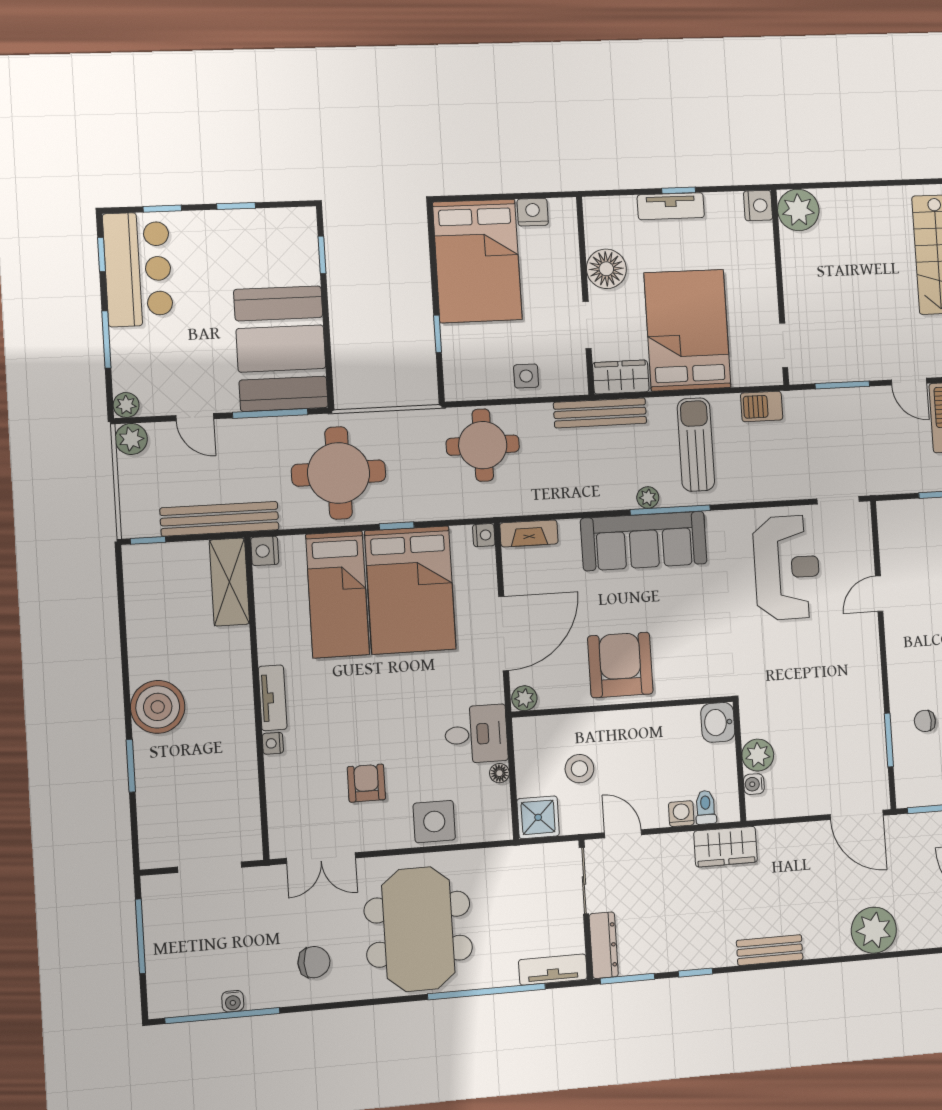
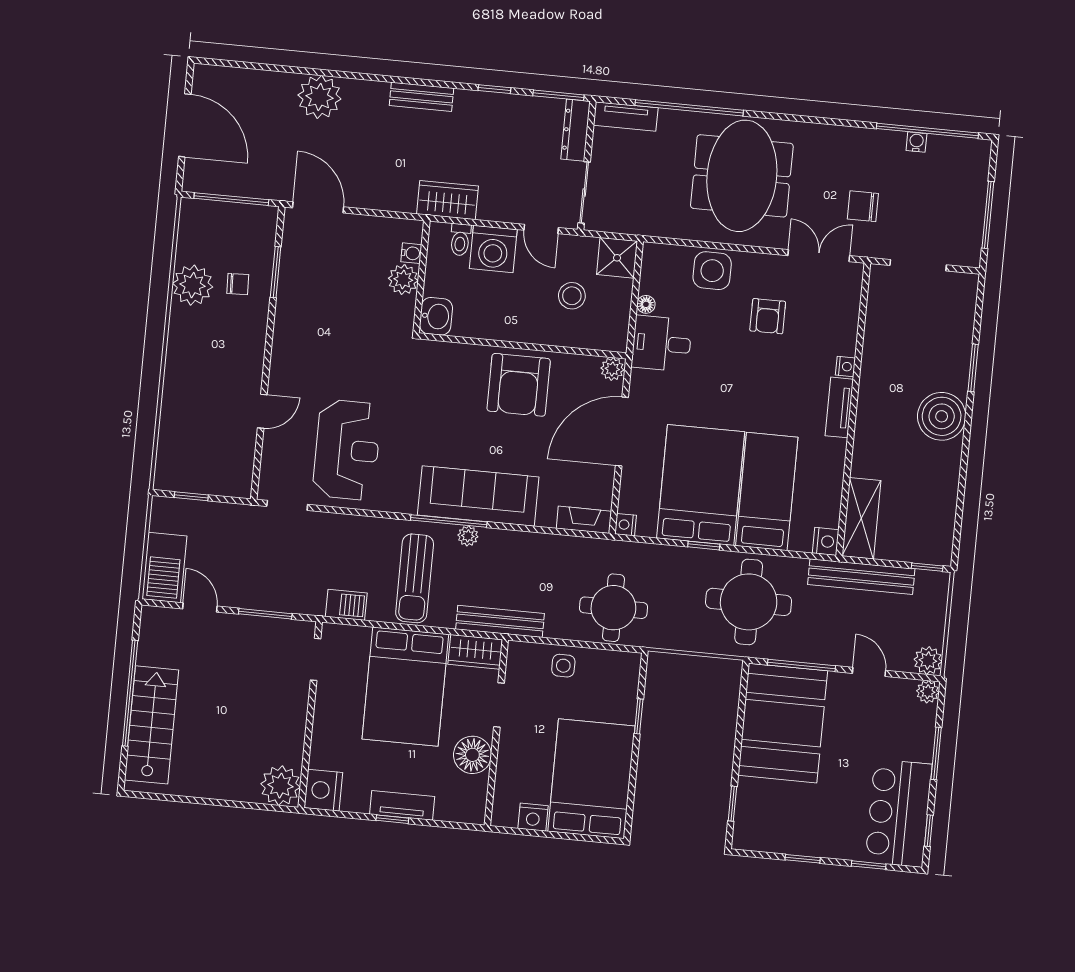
nightstand: (758, 206) -> (323, 790), width x1.36, depth x1.33
reception desk: (787, 568) -> (347, 450), turned 180
washing machine: (681, 814) -> (493, 249), width x1.89, depth x1.89
chair: (314, 962) -> (863, 206), moved

